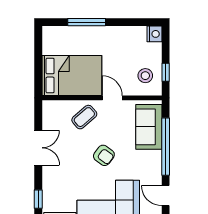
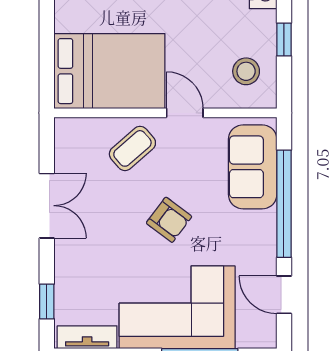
window: (166, 72) -> (284, 39), moved

